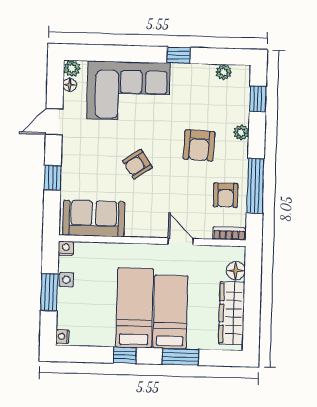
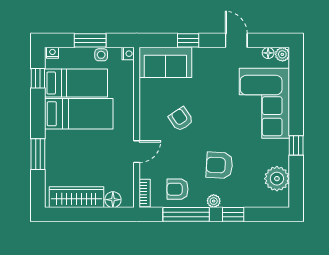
plant: (224, 72) -> (277, 179), width x1.87, depth x1.87
window: (258, 99) -> (233, 214), moved
plant: (241, 133) -> (214, 201), moved
armchair: (137, 164) -> (181, 119), moved
sofa: (94, 218) -> (165, 62), moved, turned 90
bed: (170, 312) -> (76, 83), moved
window: (125, 355) -> (38, 78), moved

